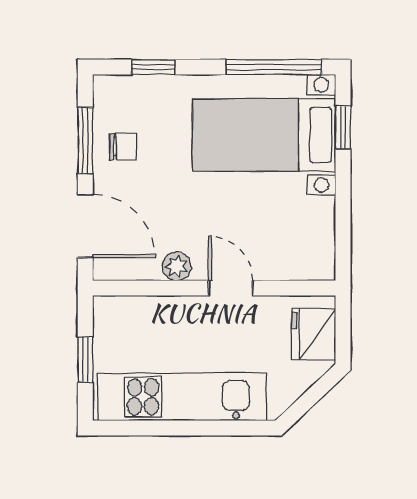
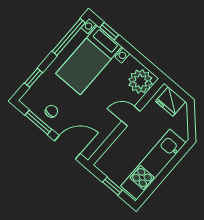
plant: (177, 266) -> (140, 81), moved, width x1.88, depth x1.88

